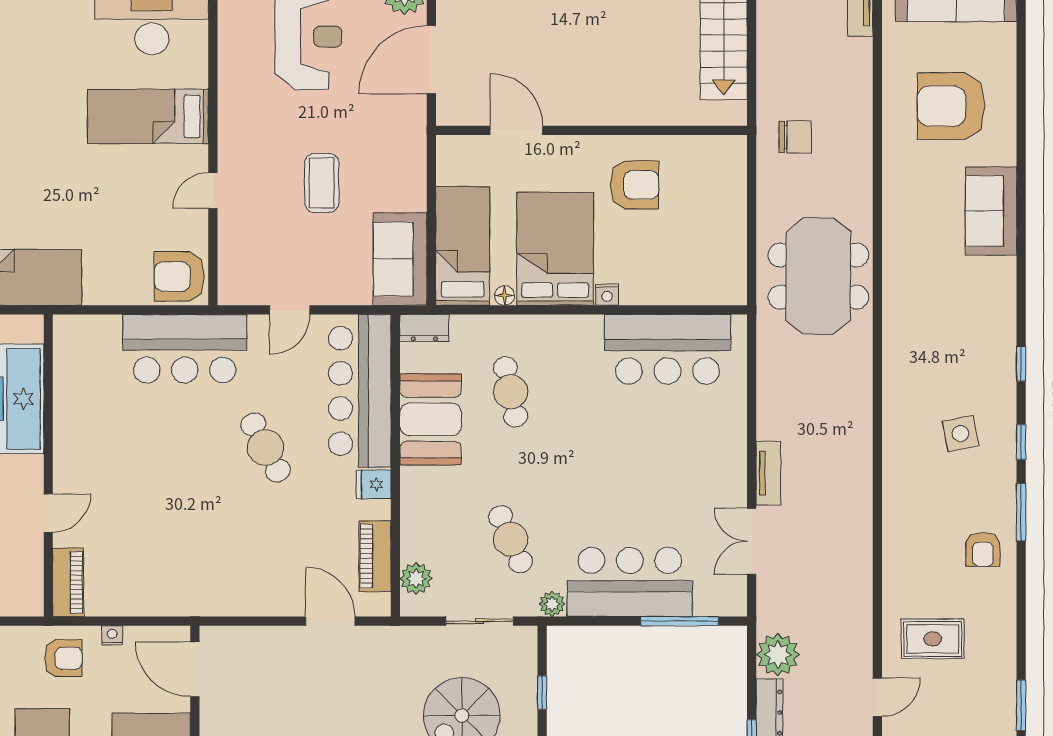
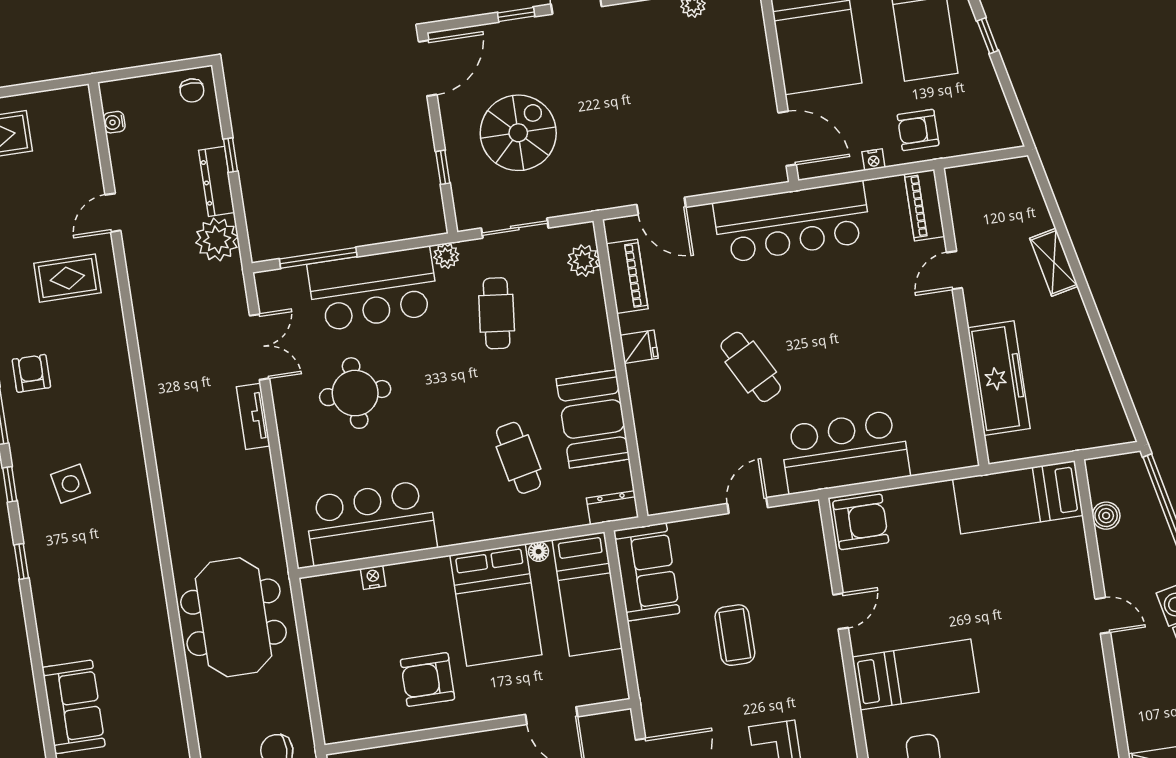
nightstand: (607, 295) -> (373, 577), moved
bar counter: (360, 391) -> (792, 222), moved, turned 90
round table: (663, 481) -> (355, 393), added
cafe table: (511, 539) -> (497, 313), turned 30

